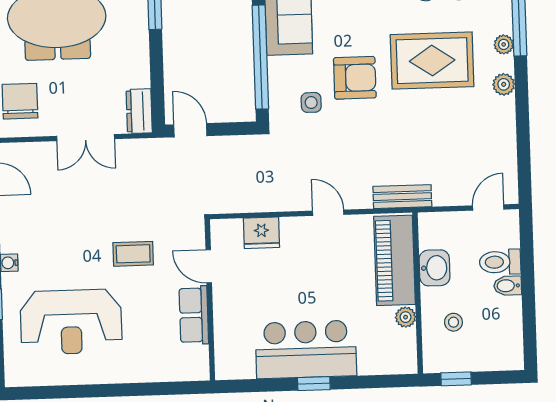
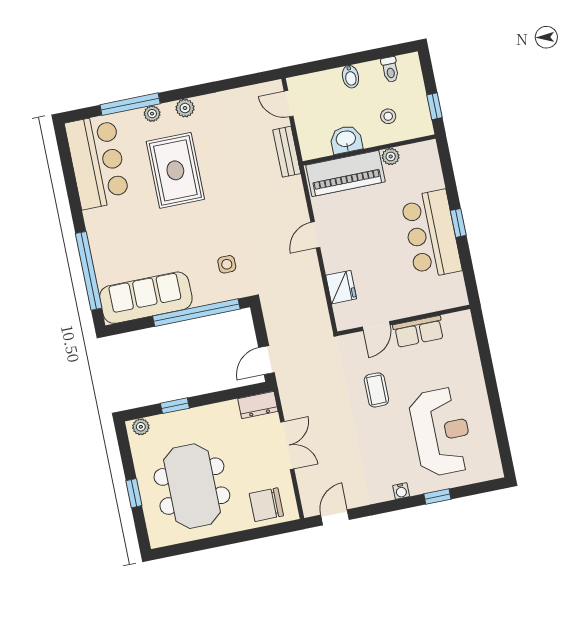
armchair: (355, 78) -> (200, 232), removed
bench: (402, 197) -> (287, 152), moved
toilet: (500, 262) -> (390, 70), moved, width x0.73, depth x0.72

